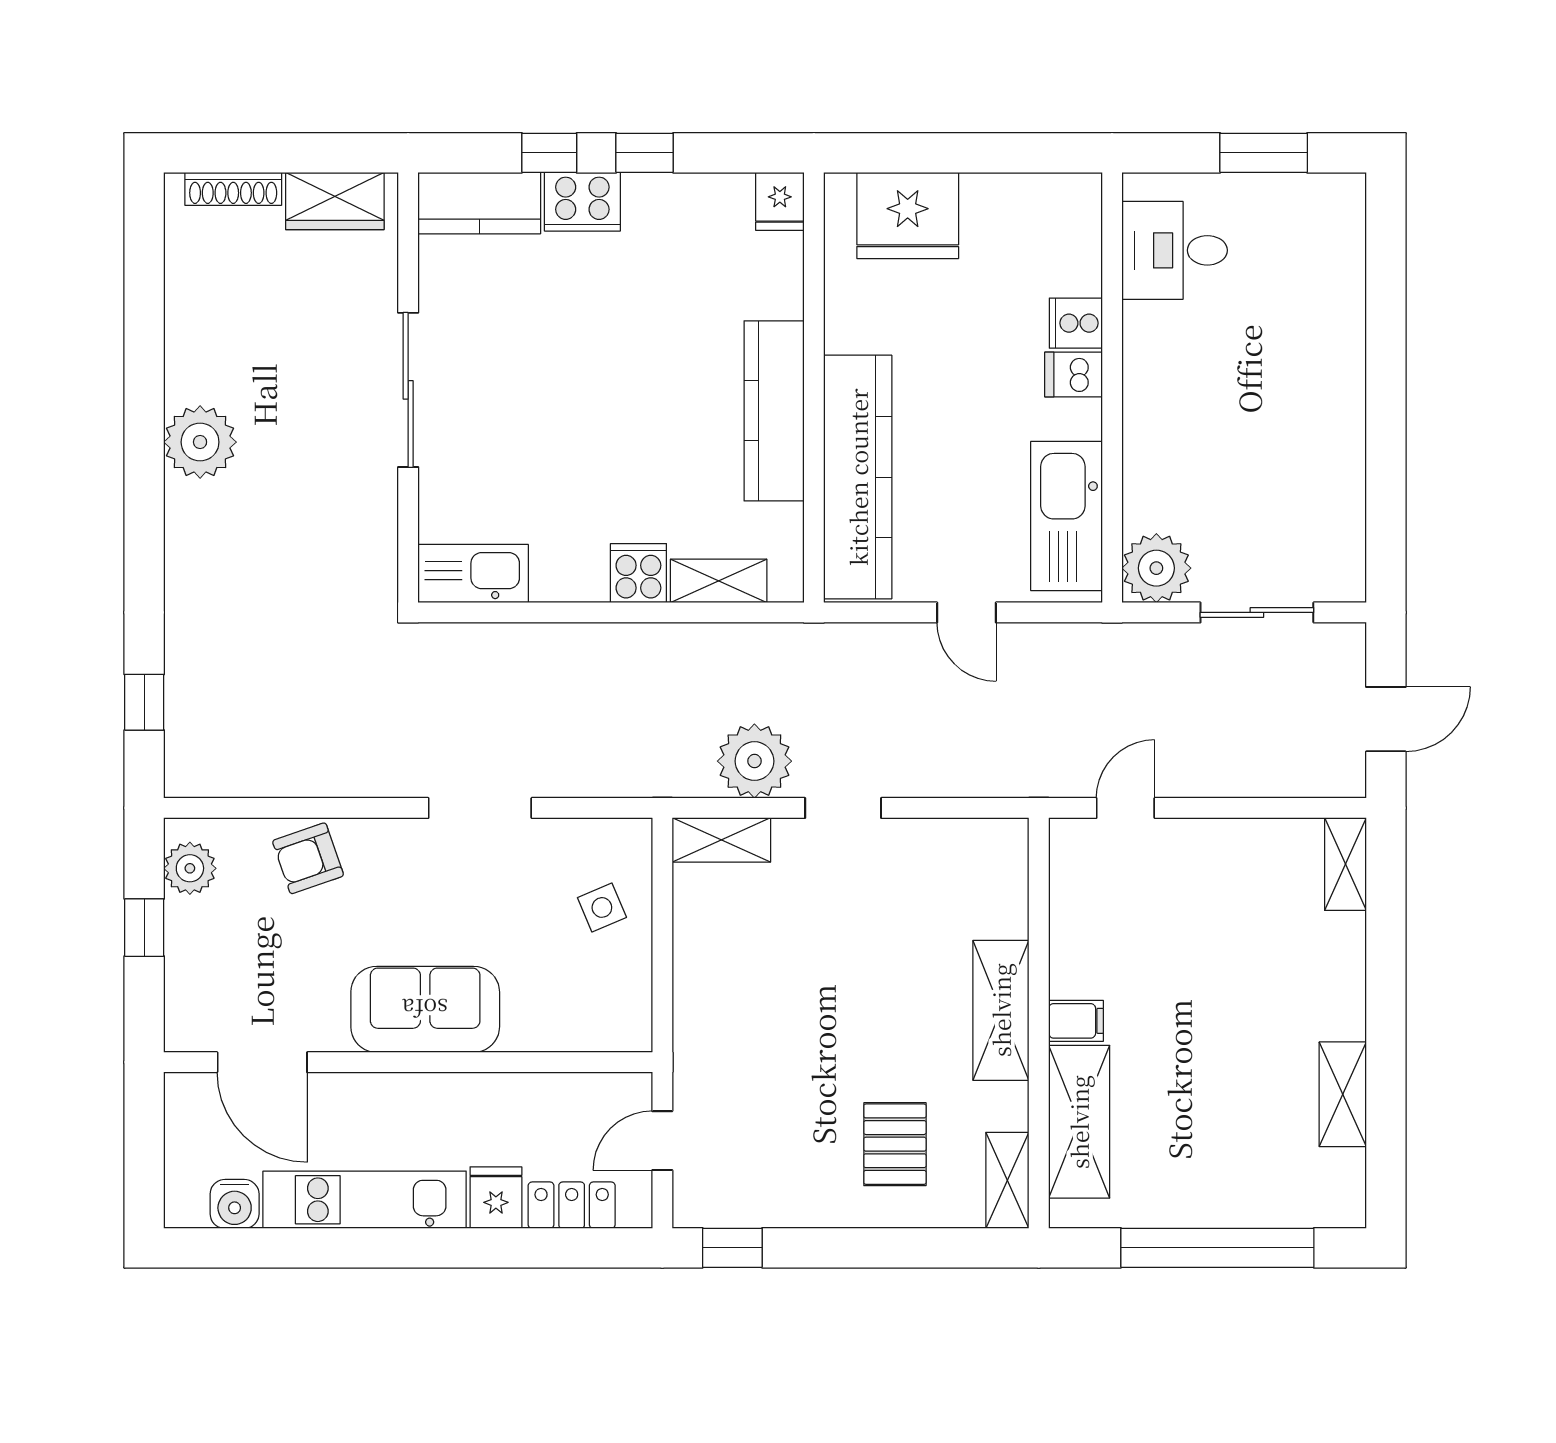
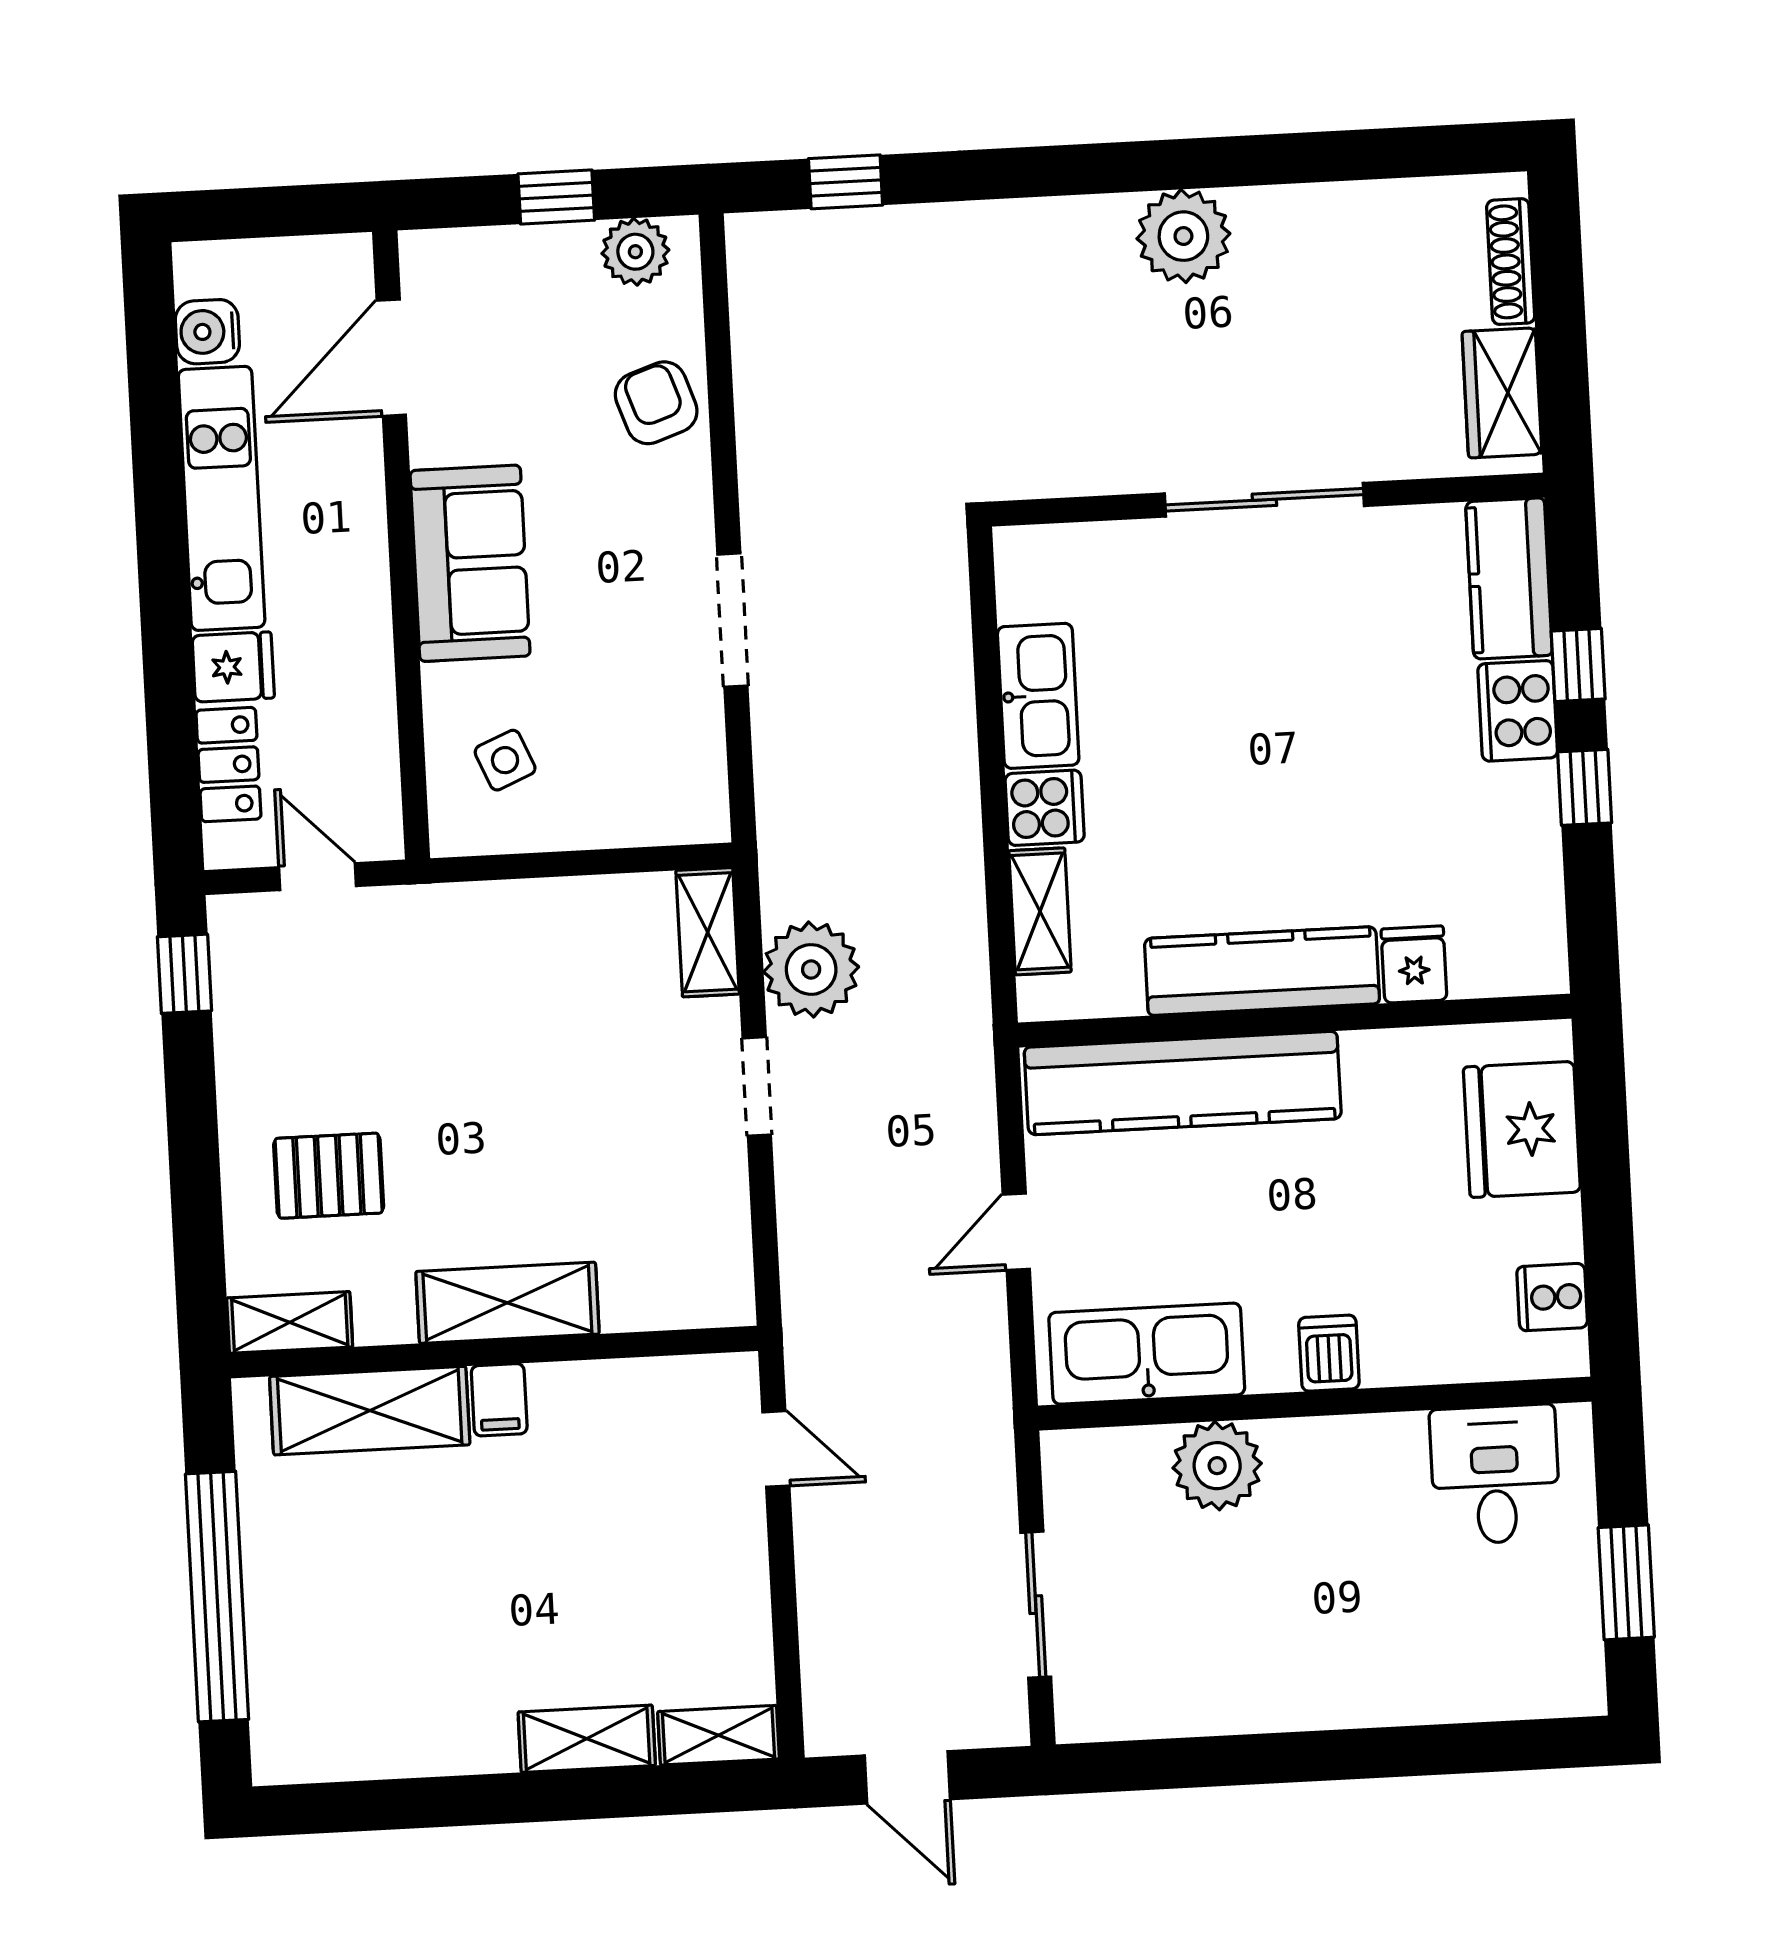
fridge: (780, 201) -> (1414, 964), moved, turned 90
cooker: (1076, 323) -> (1552, 1297), moved, turned -90
plant: (1156, 568) -> (1217, 1466), moved
kitchen sink: (473, 574) -> (1038, 696), moved
side table: (602, 907) -> (505, 760), moved
shelving: (1343, 1094) -> (587, 1739), moved

